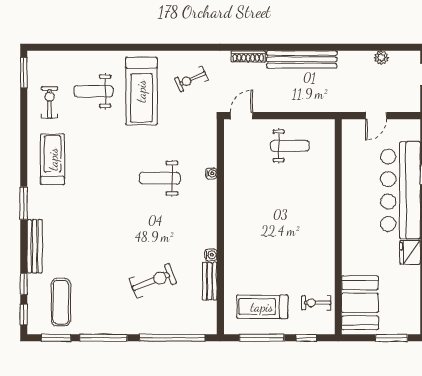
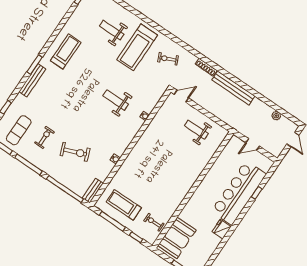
exercise bike: (50, 102) -> (44, 137), moved
weight bench: (290, 146) -> (196, 130), turned 180
bench: (35, 246) -> (32, 80), moved
bench: (210, 281) -> (93, 191), moved

